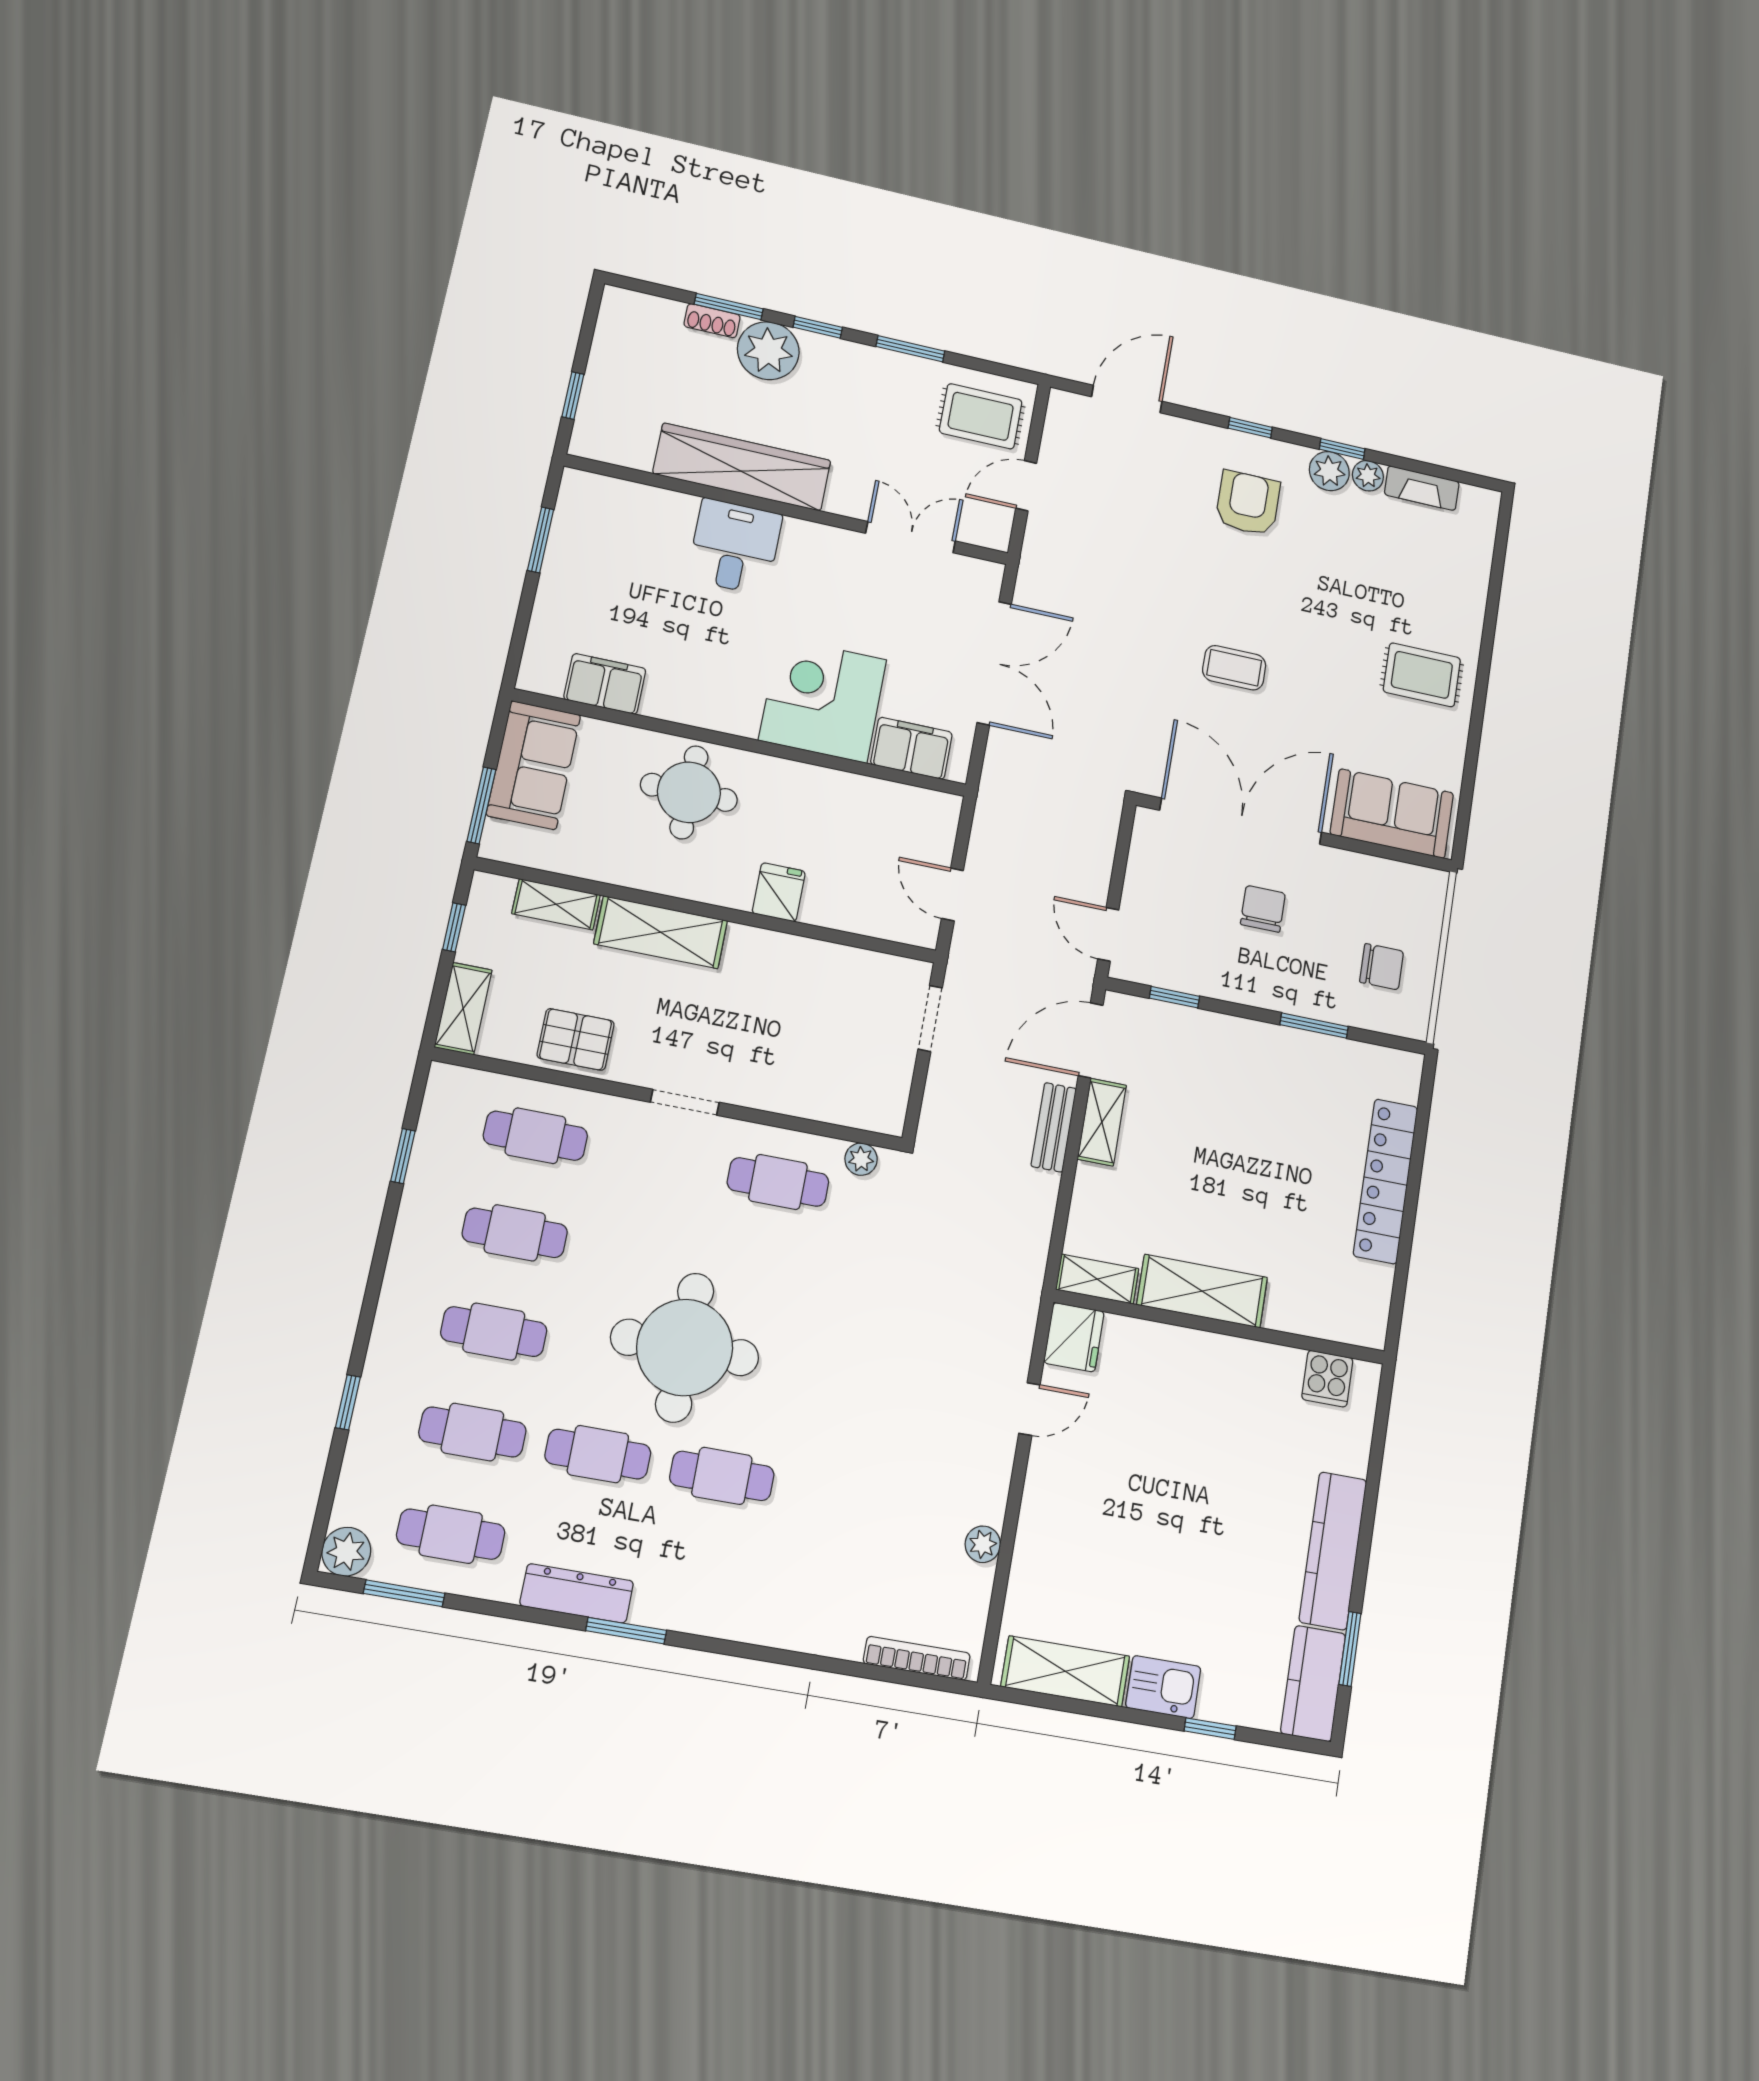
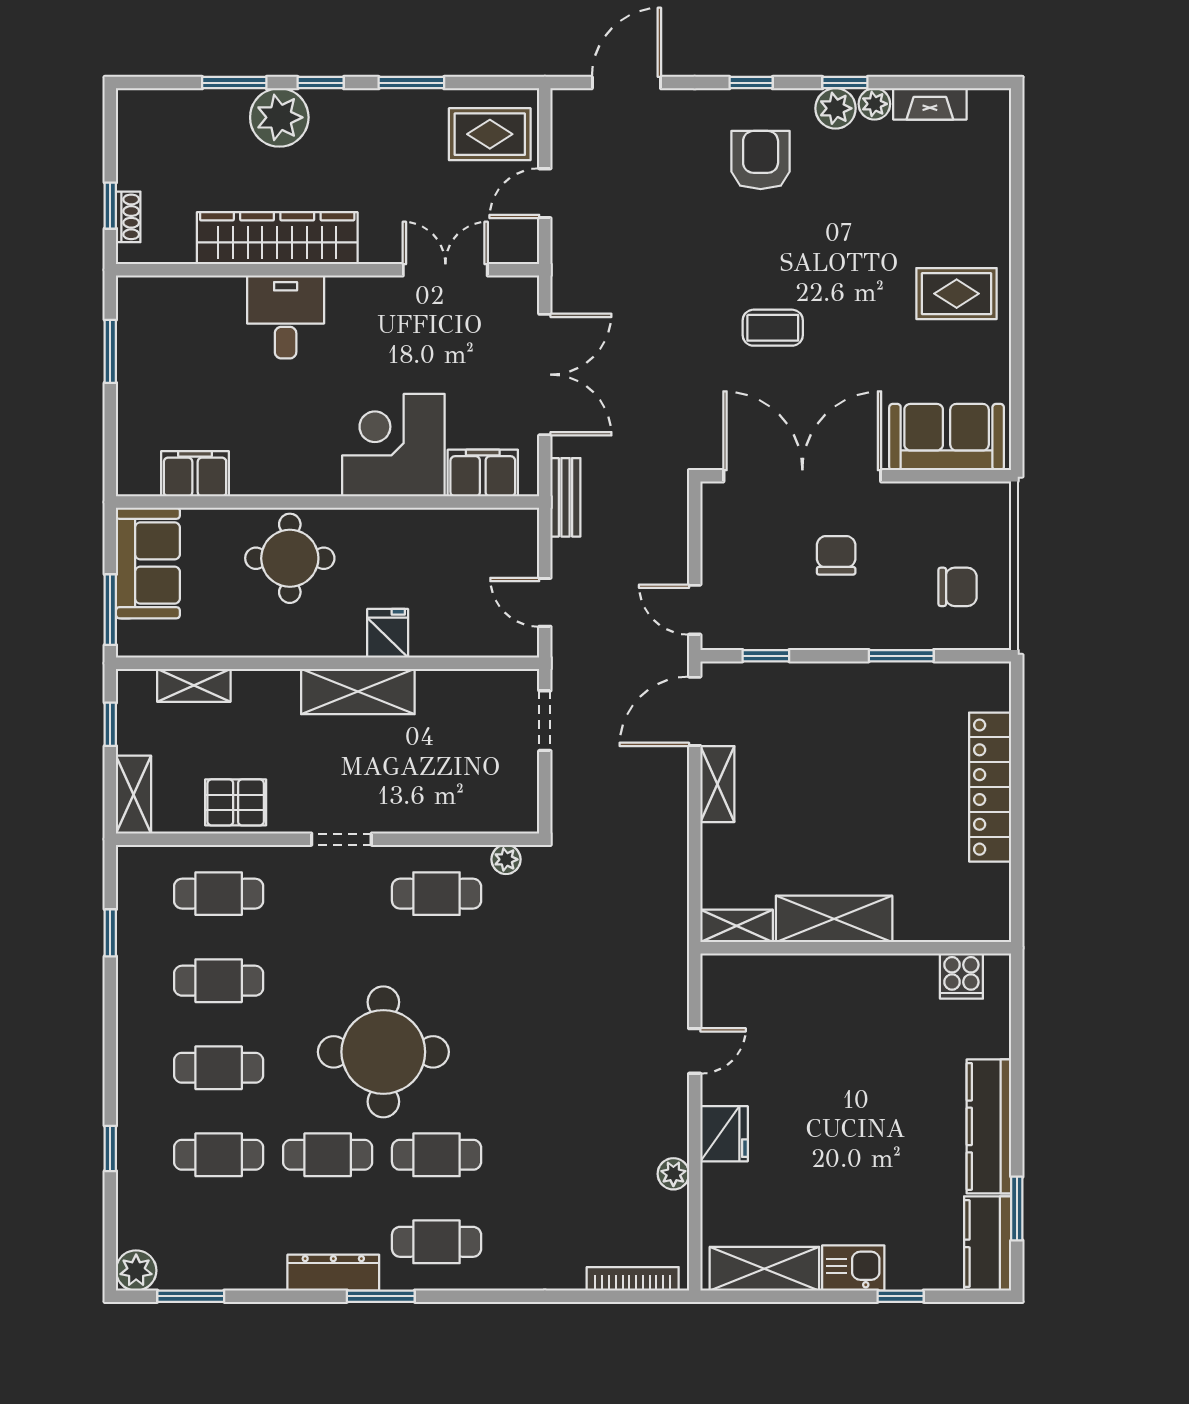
shoe rack: (712, 321) -> (128, 217), moved, turned -90
shelving: (661, 932) -> (358, 691), moved
bench: (1054, 1127) -> (565, 497), moved
fridge: (1074, 1337) -> (724, 1134), moved
cafe table: (451, 1534) -> (437, 1242), moved

